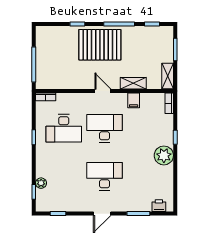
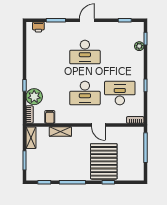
pallet: (100, 45) -> (104, 161), moved, turned 90
door: (103, 91) -> (98, 125), moved
filing cabinet: (134, 100) -> (50, 117), moved
plant: (164, 155) -> (34, 97), moved

